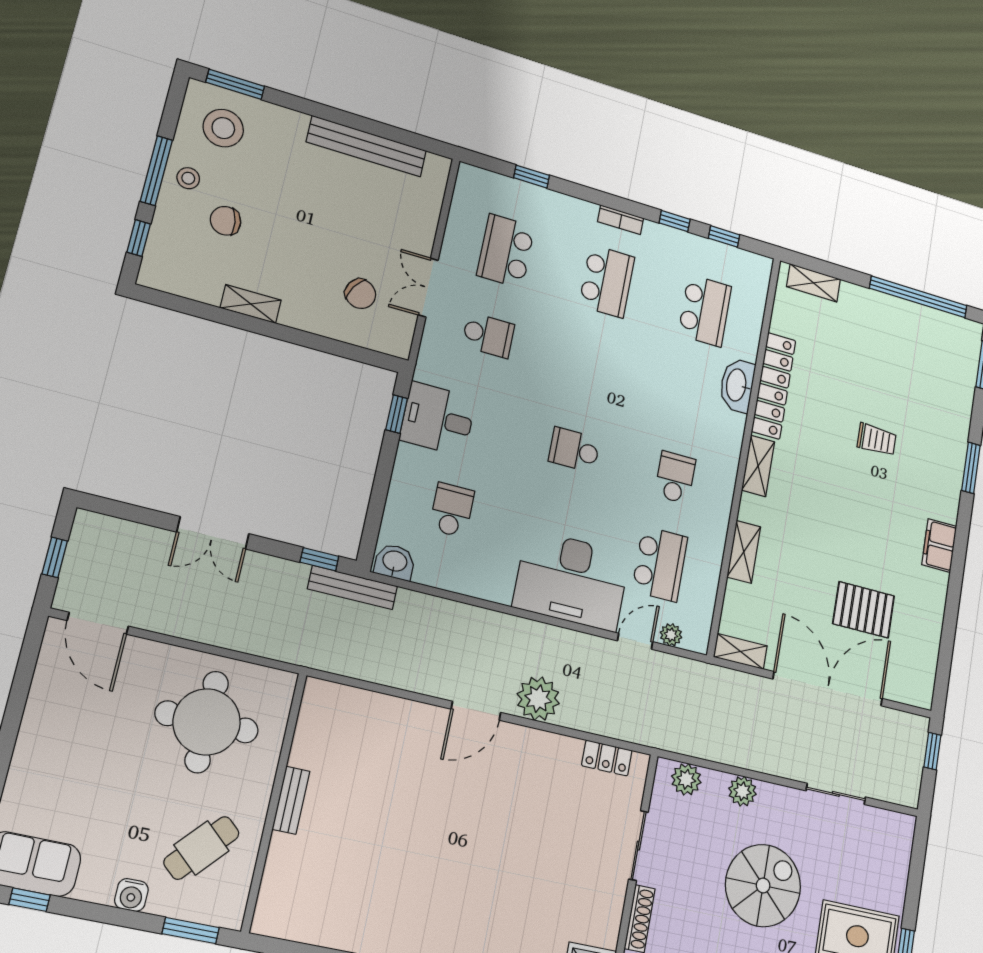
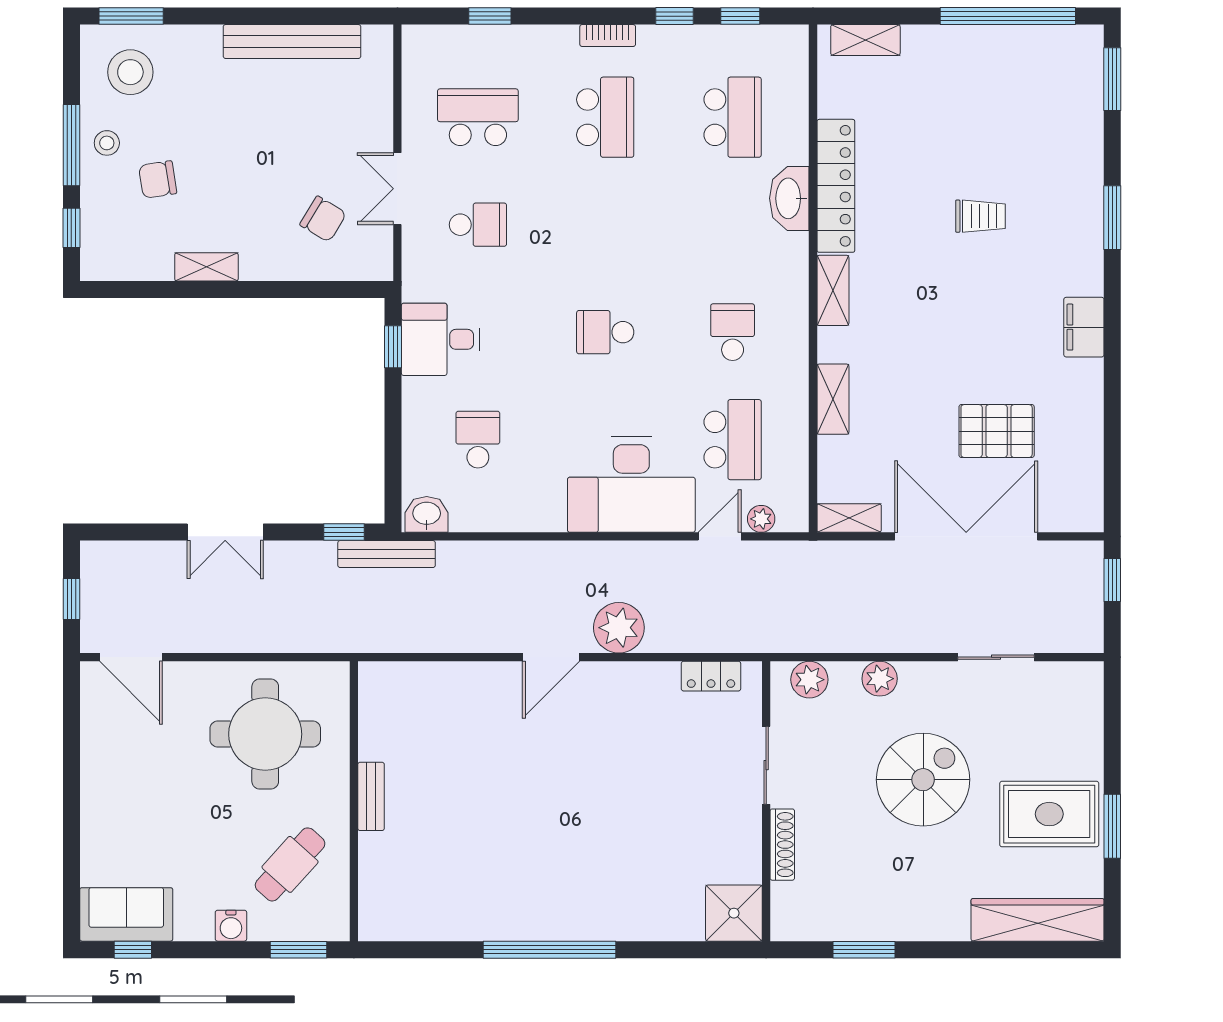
school desk: (506, 251) -> (478, 117), turned 90

